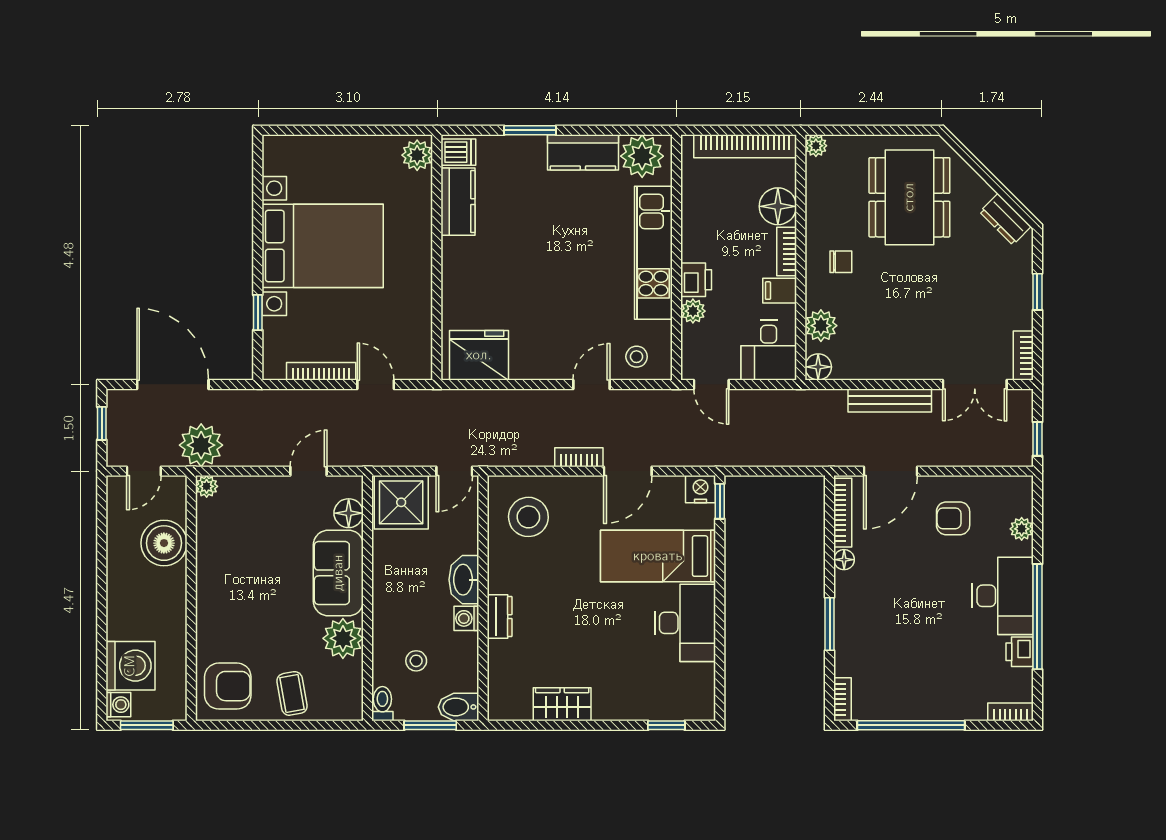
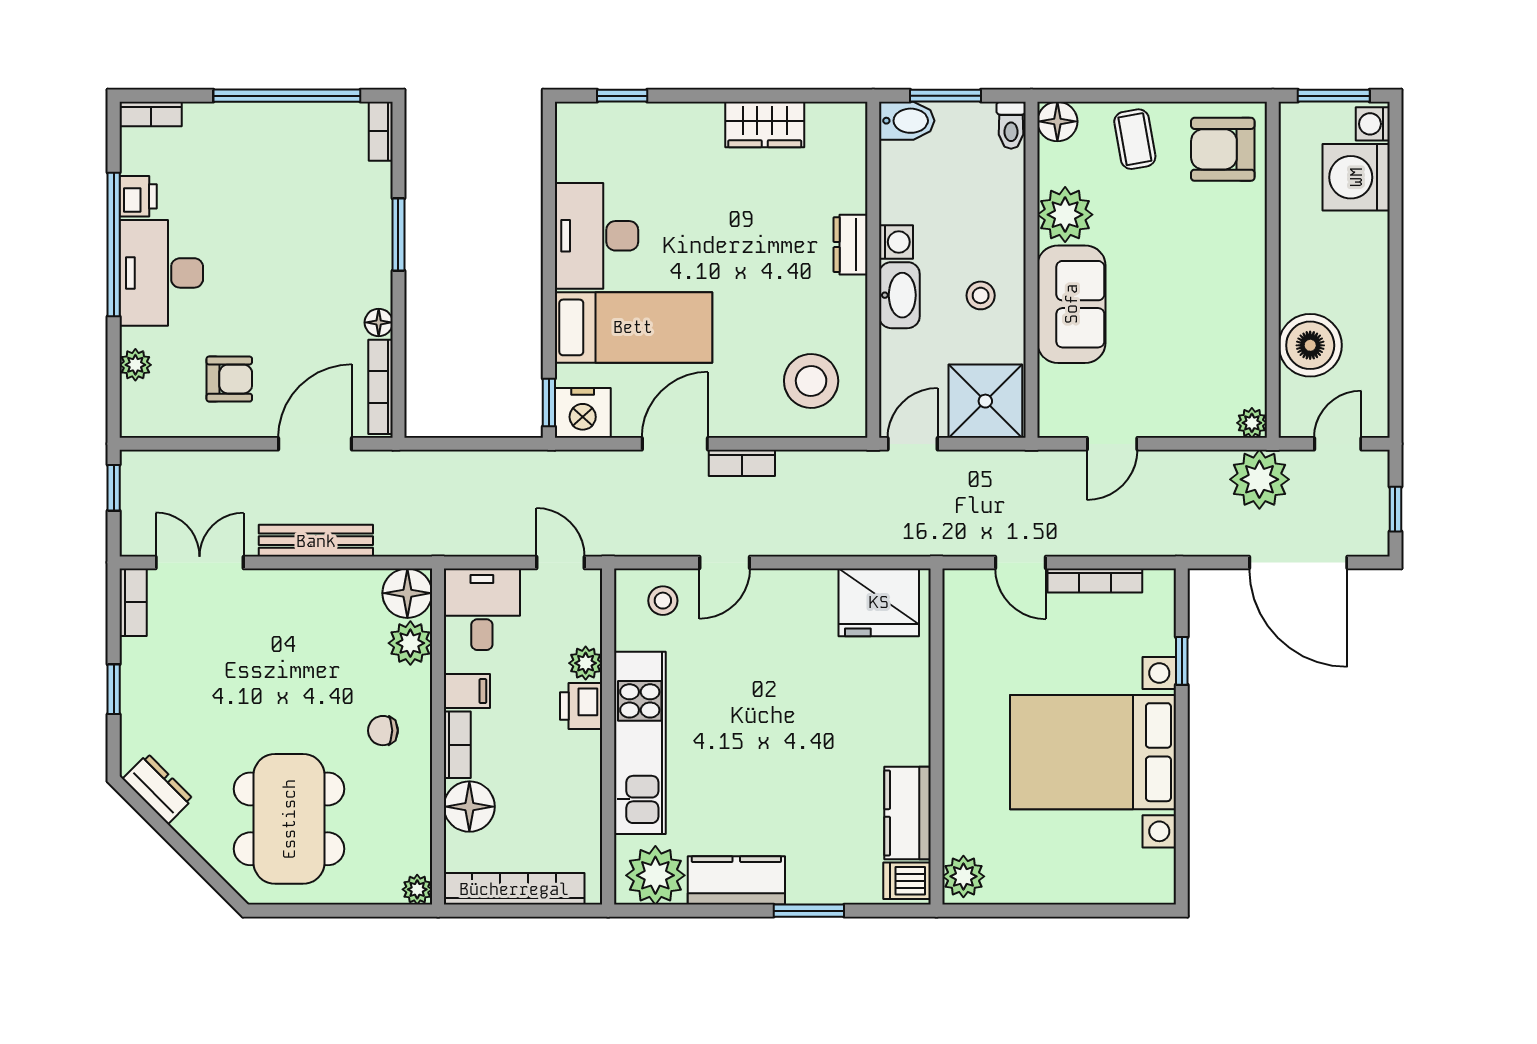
floor lamp: (818, 367) -> (407, 593), width x1.38, depth x1.38
nightstand: (701, 489) -> (583, 413), width x1.36, depth x1.33
floor lamp: (349, 513) -> (1057, 121), moved
stool: (416, 661) -> (981, 295), moved

